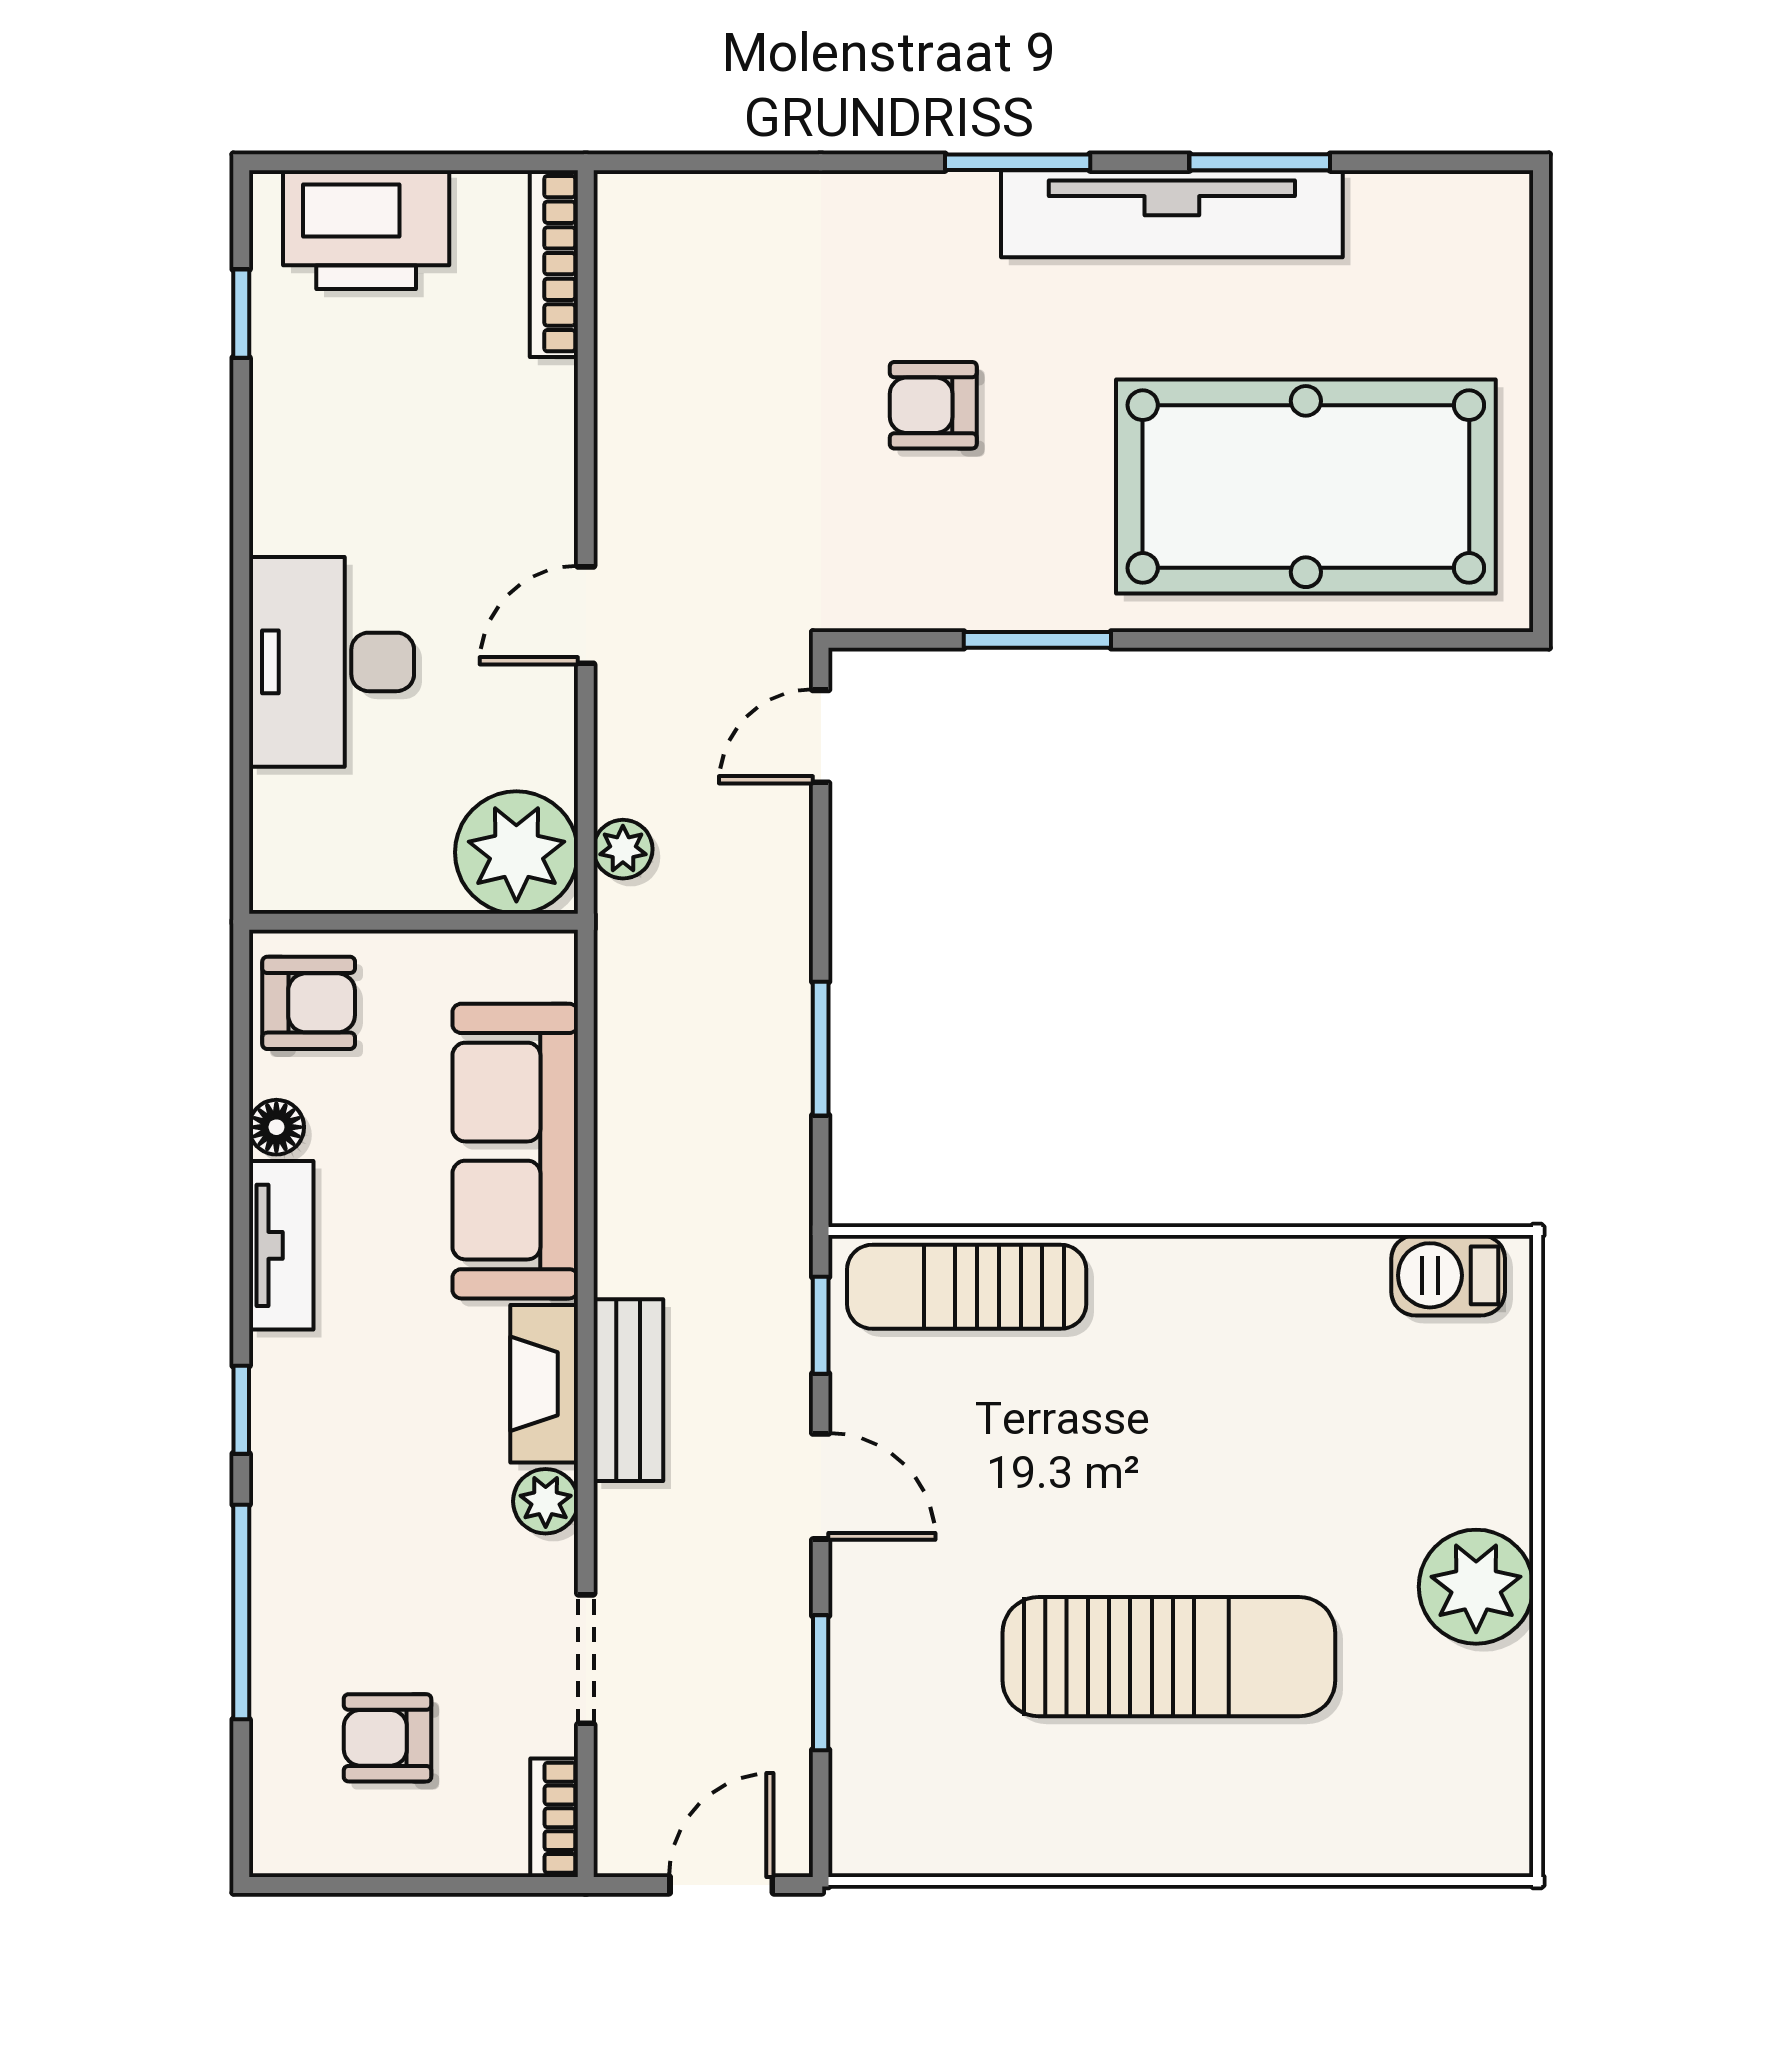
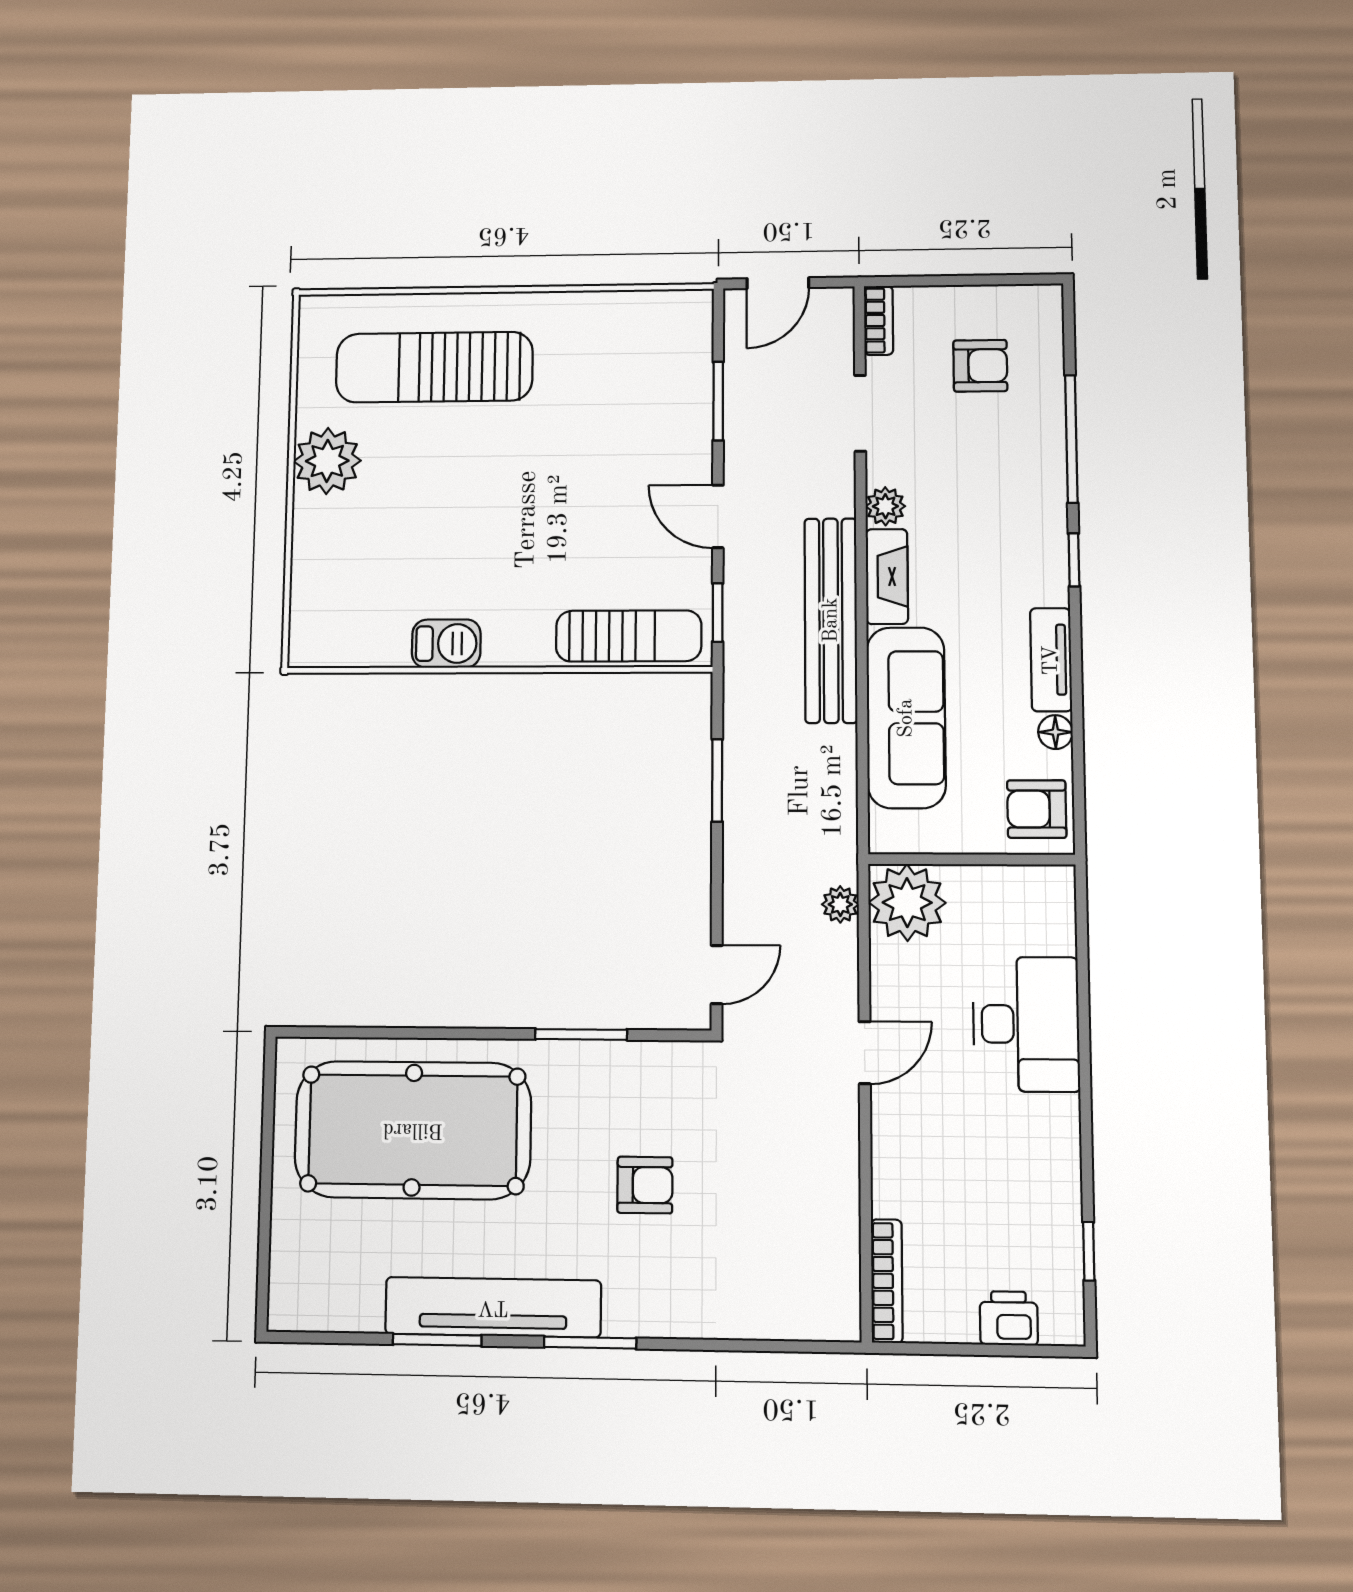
printer: (366, 230) -> (1009, 1318), width x0.53, depth x0.68
barbecue: (1448, 1275) -> (446, 644), moved
bench: (628, 1390) -> (831, 620), width x1.86, depth x1.21
sun lounger: (1169, 1657) -> (434, 367), moved

